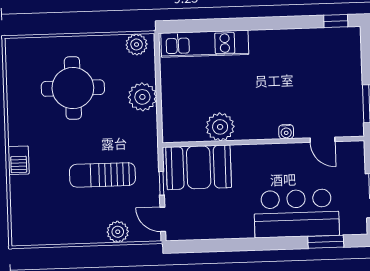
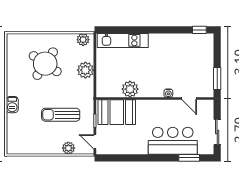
round table: (73, 88) -> (45, 64), turned 34

